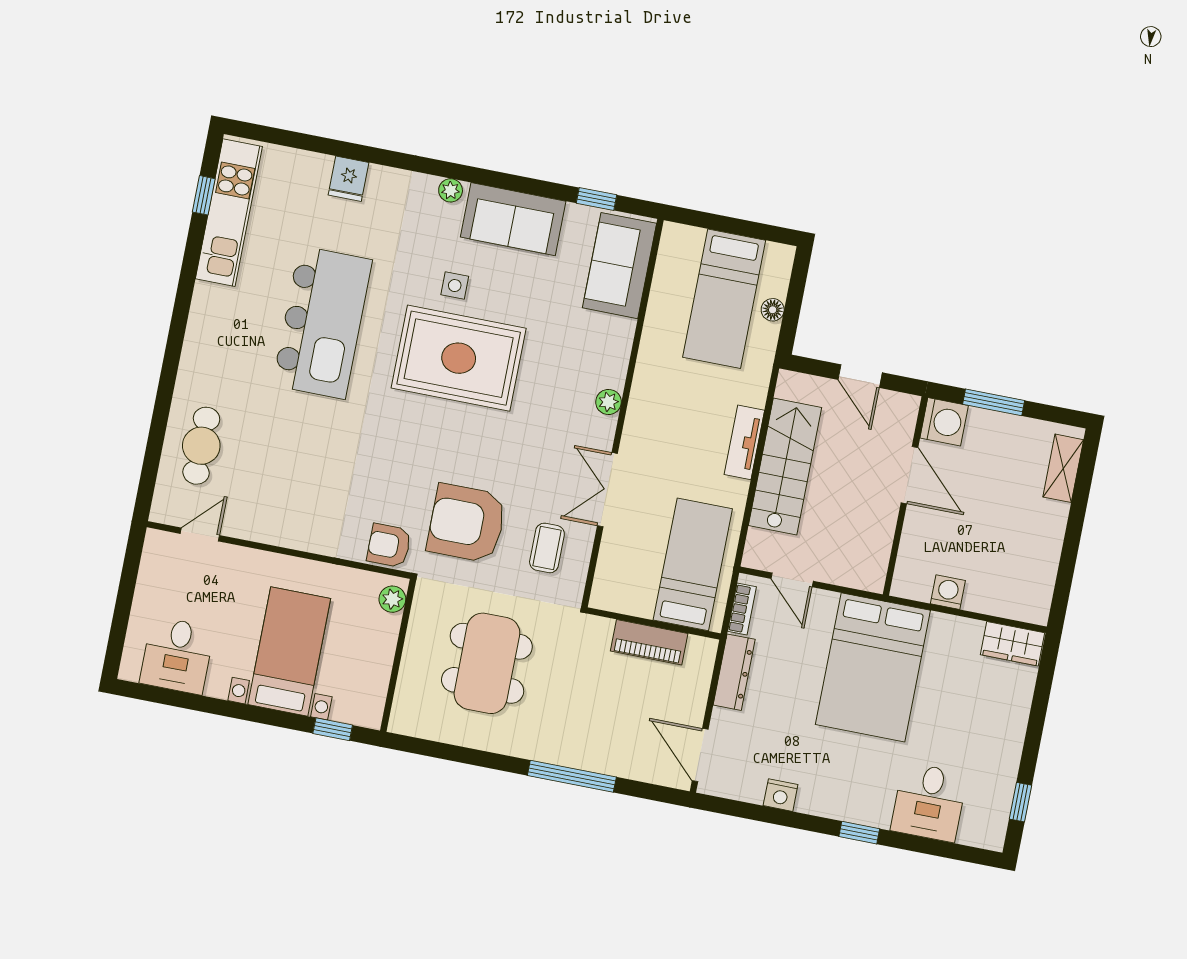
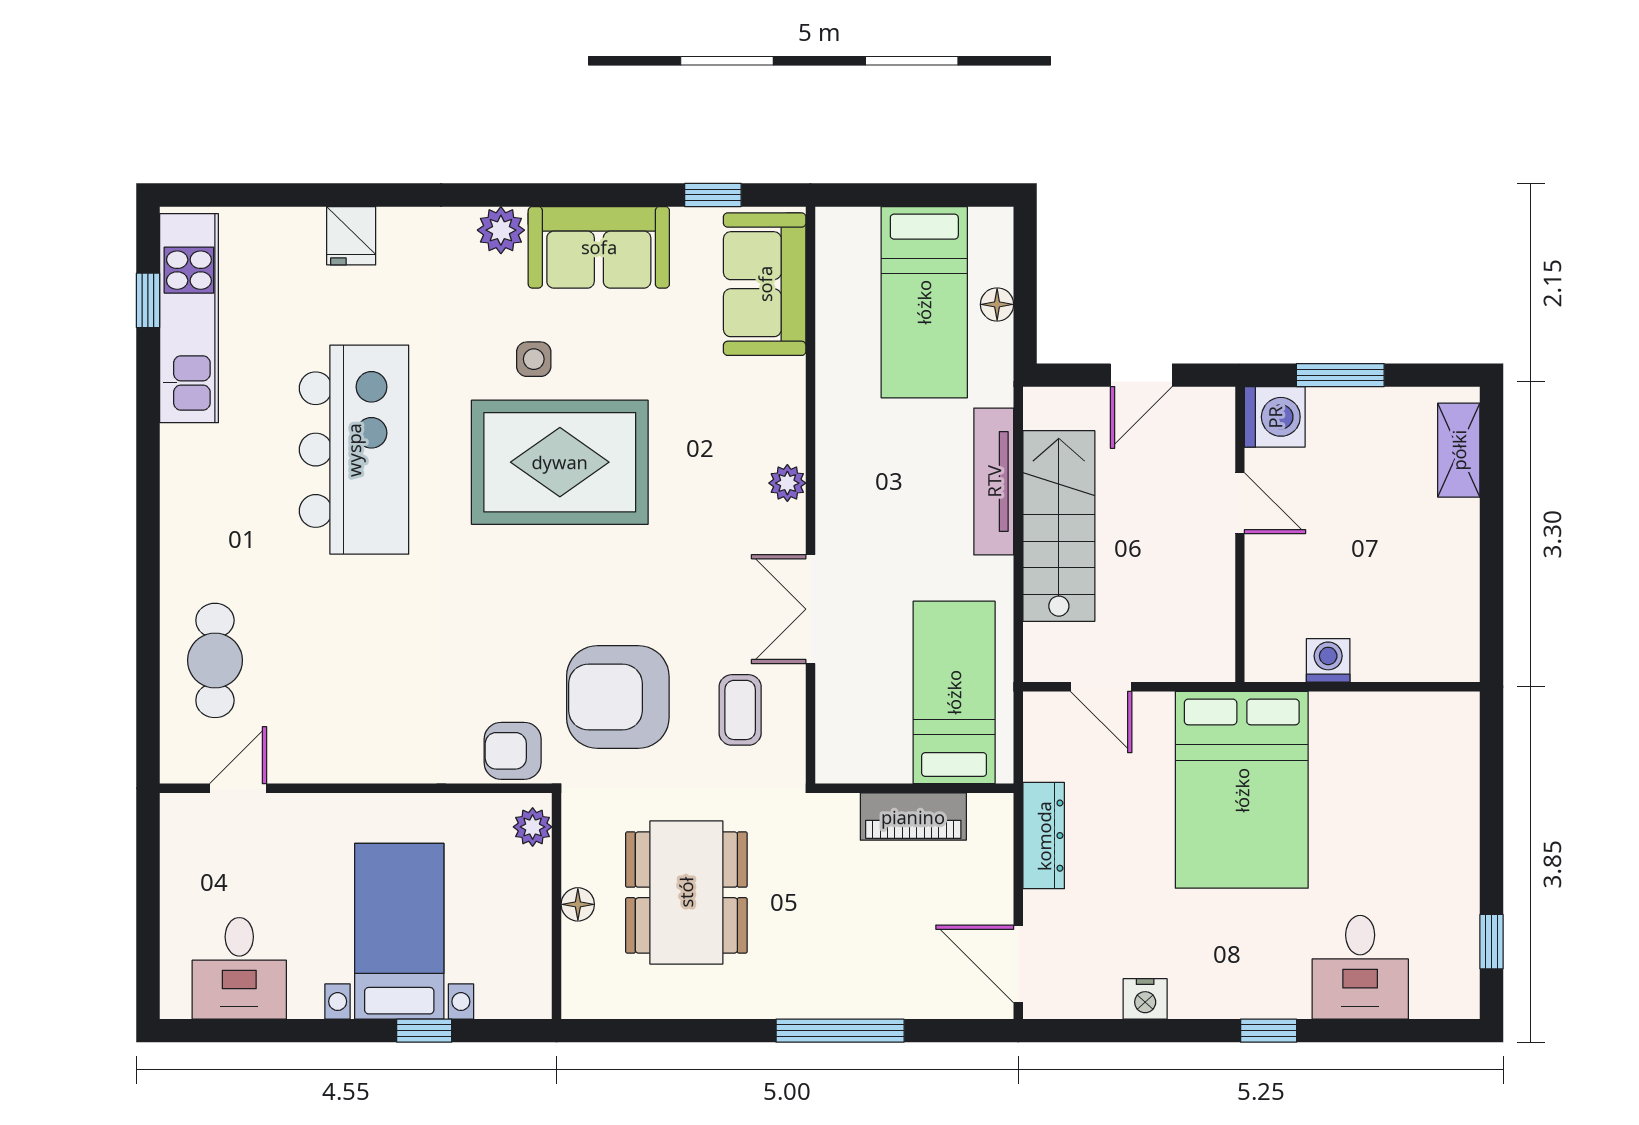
plant: (451, 190) -> (501, 230), width x1.38, depth x1.38
door: (860, 376) -> (1141, 375), hinge flipped
tv unit: (744, 442) -> (994, 481), width x1.41
door: (909, 475) -> (1240, 503), width x0.73
bookcase: (742, 609) -> (1037, 743), removed
wardrobe: (1013, 644) -> (1436, 716), removed
floor lamp: (413, 657) -> (578, 904), added
window: (333, 729) -> (424, 1031), moved

